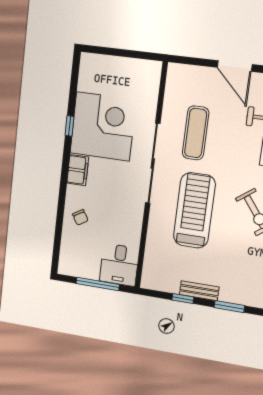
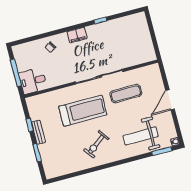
corner desk: (103, 126) -> (108, 40), removed

